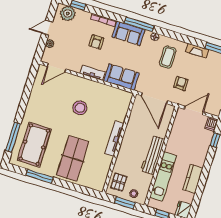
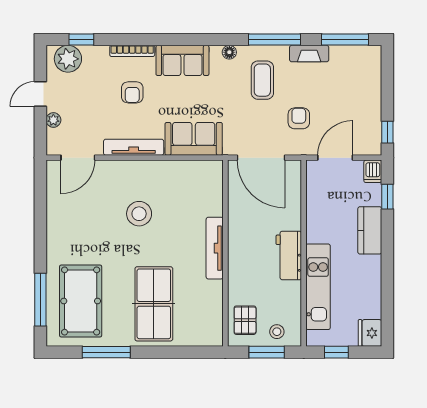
window: (139, 24) -> (274, 40), moved
tv unit: (93, 73) -> (134, 147), width x1.41
workbench: (153, 155) -> (289, 255), width x0.73
kitchen counter: (193, 179) -> (370, 230), moved

